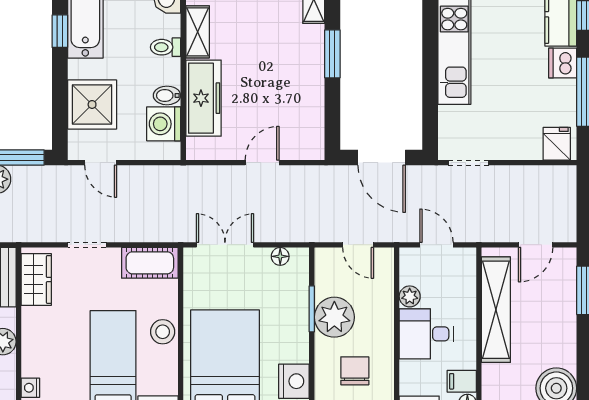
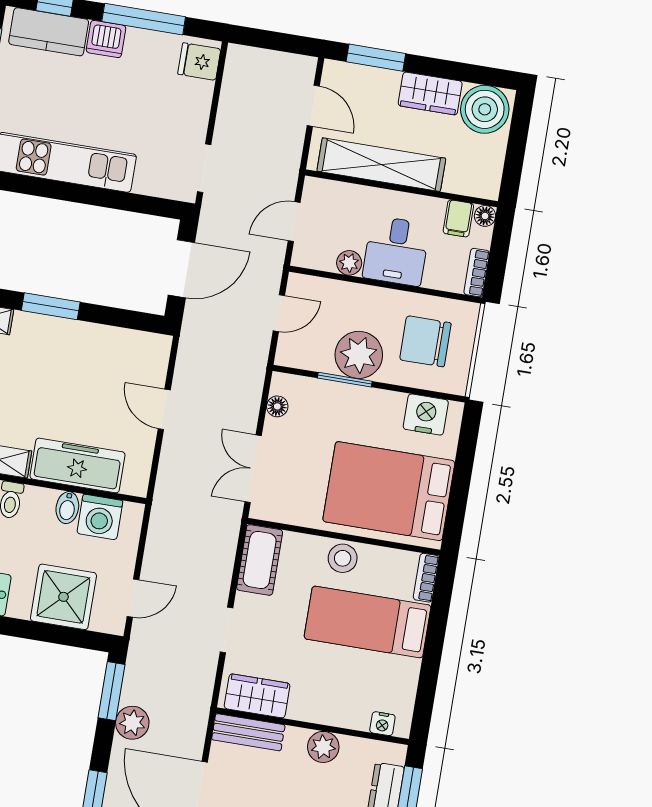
wardrobe: (562, 341) -> (430, 93), added
chair: (355, 371) -> (425, 341), width x1.37, depth x1.37

